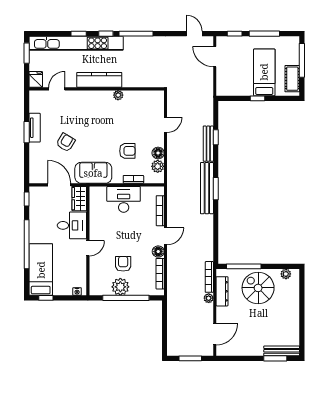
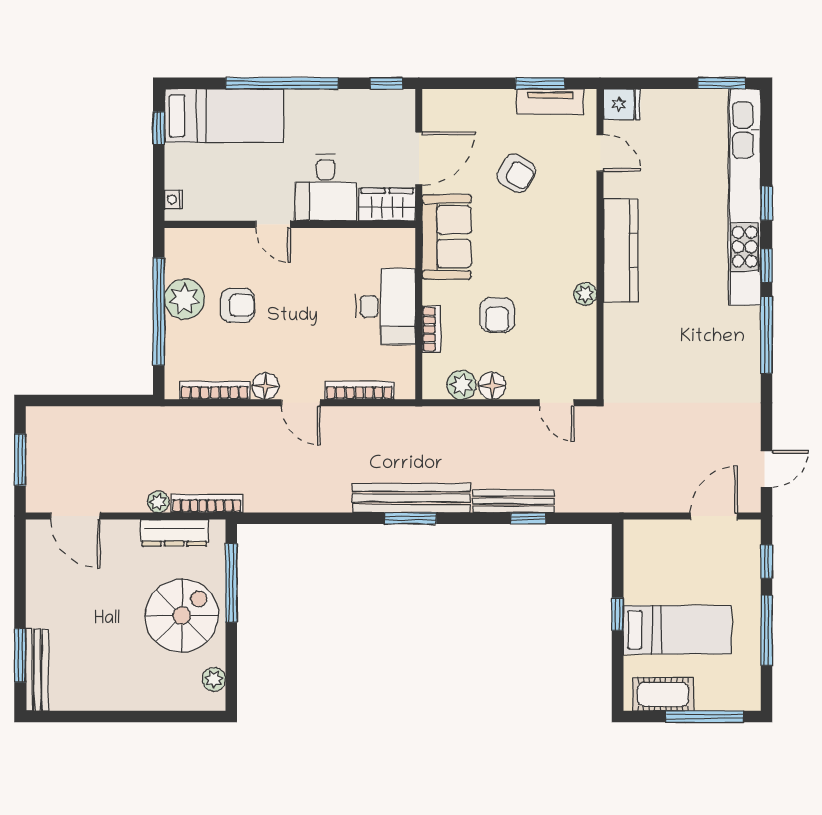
fridge: (36, 79) -> (622, 104), moved
kitchen counter: (99, 80) -> (621, 250), moved
door: (57, 89) -> (600, 153), moved
wall: (97, 89) -> (600, 244), moved
plant: (118, 95) -> (585, 294), moved

